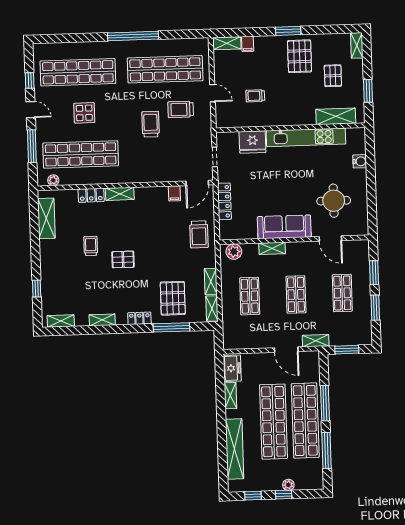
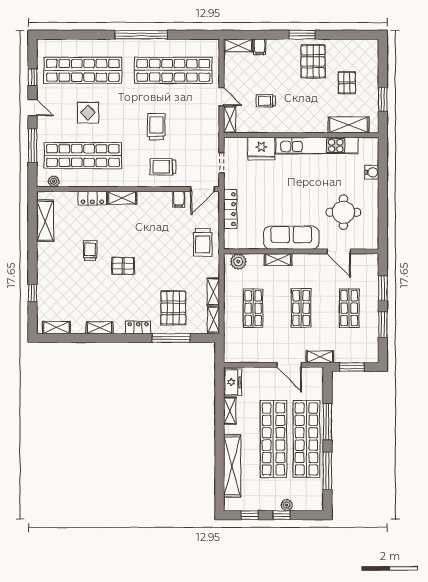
shelving: (357, 45) -> (230, 120), moved
trolley: (181, 109) -> (163, 167), moved

